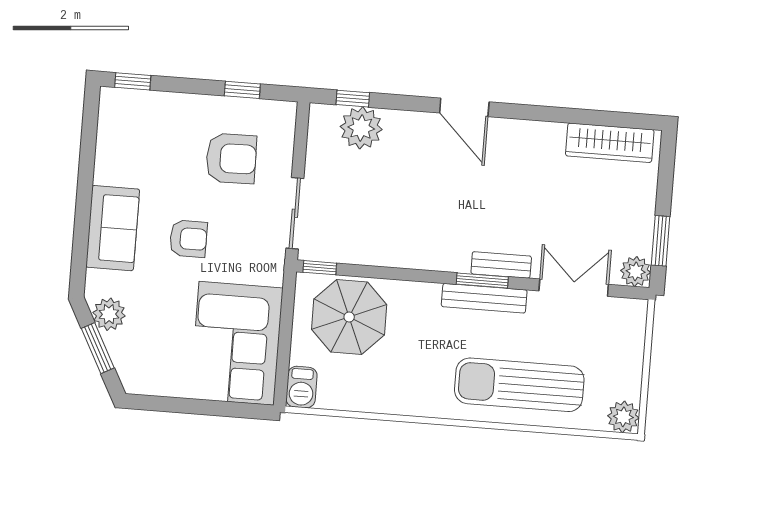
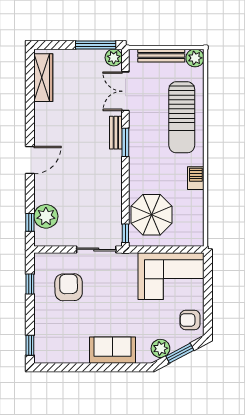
armchair: (188, 239) -> (190, 320), moved, turned -90
window: (661, 241) -> (96, 45), width x1.44
bench: (484, 298) -> (161, 56), moved, turned 90
barbecue: (302, 387) -> (196, 178), moved, turned -90

